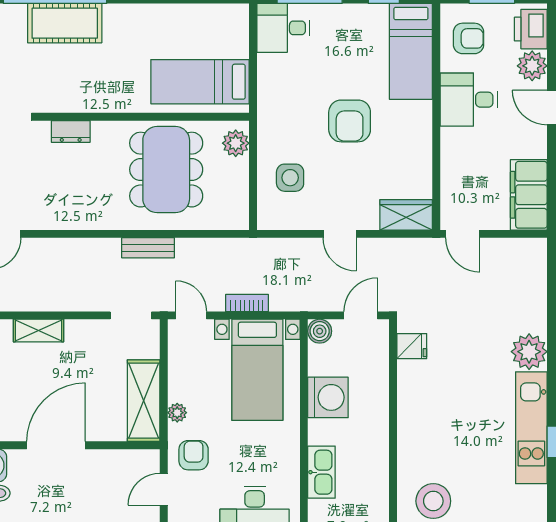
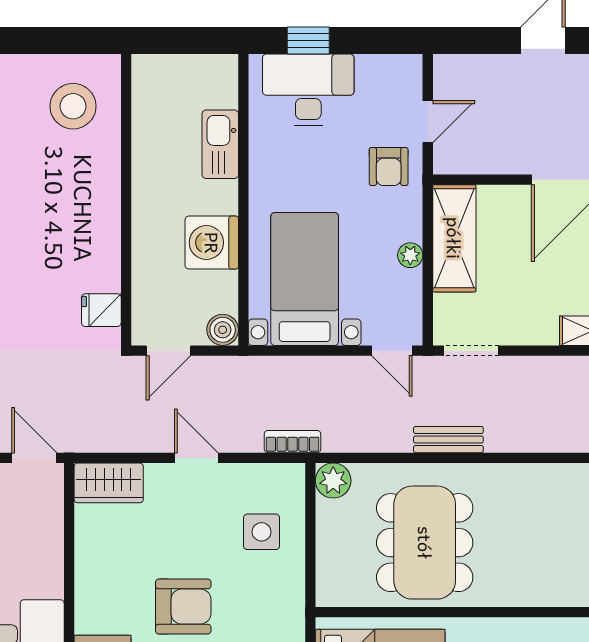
armchair: (350, 121) -> (183, 607), turned 90
dresser: (71, 131) -> (550, 593), removed
plant: (236, 143) -> (333, 481), moved
bookcase: (247, 303) -> (293, 442), moved, turned 180
plant: (177, 413) -> (410, 255), moved

